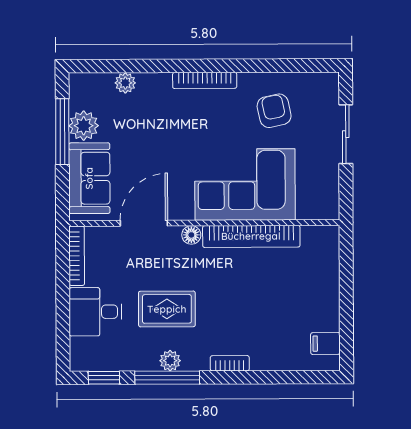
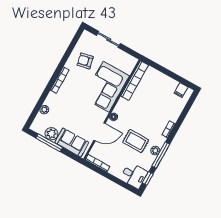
door: (144, 223) -> (99, 132), swing flipped
bookcase: (251, 236) -> (135, 81), moved
rug: (167, 309) -> (136, 141), turned 90
desk: (95, 312) -> (134, 175), moved, turned -90

